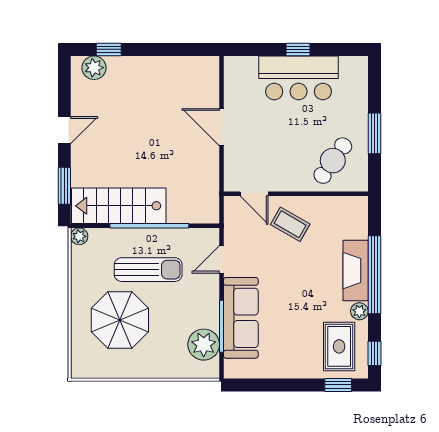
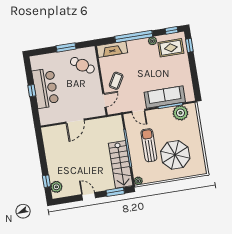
fireplace: (356, 271) -> (112, 49), moved

